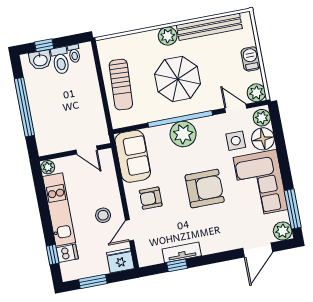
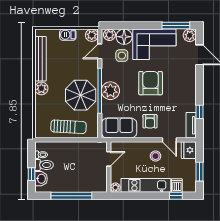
parasol: (178, 79) -> (81, 95), moved
tv unit: (182, 252) -> (191, 125), moved

